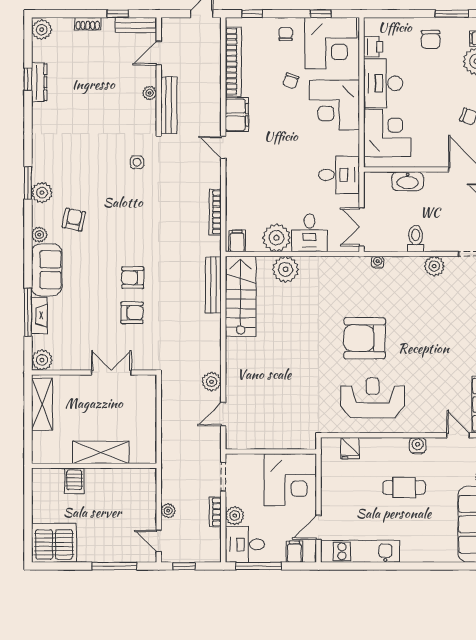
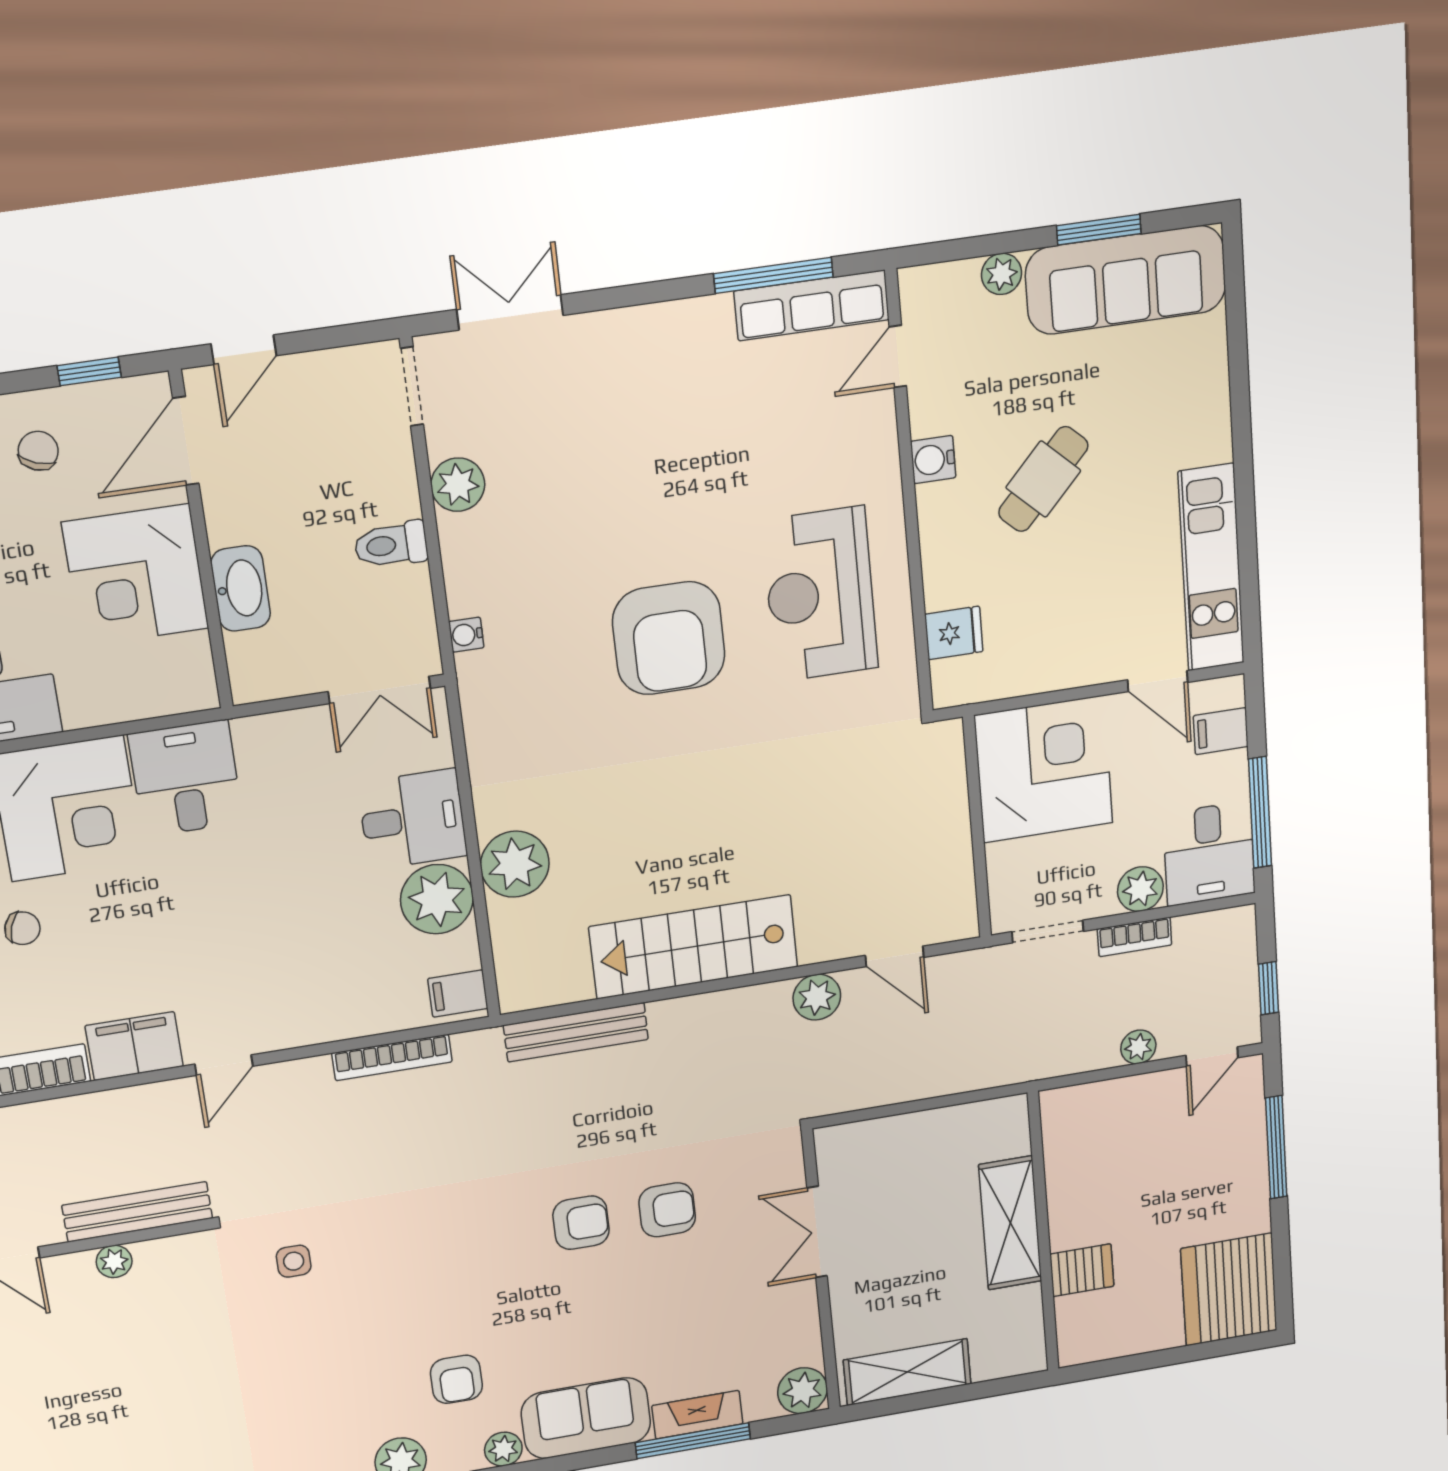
corner desk: (387, 133) -> (135, 575), moved, turned -90
desk: (339, 175) -> (186, 778), moved
armchair: (74, 220) -> (456, 1379), turned -102
armchair: (133, 278) -> (581, 1223), turned -90
stairs: (241, 296) -> (694, 947), moved
armchair: (132, 313) -> (667, 1210), turned 90
cafe table: (404, 488) -> (1043, 479), turned 43

